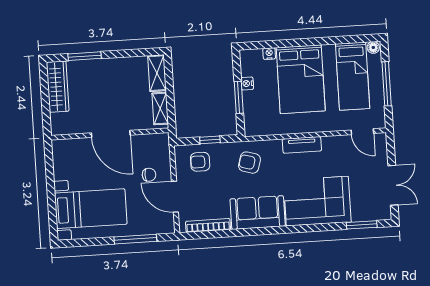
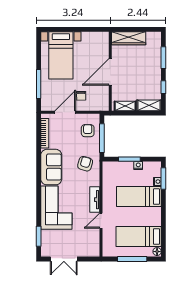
window: (264, 45) -> (163, 178), added
window: (128, 53) -> (163, 87), added
bed: (301, 79) -> (139, 197), width x0.67
wardrobe: (58, 87) -> (129, 38), moved
door: (362, 132) -> (101, 221), moved
window: (210, 140) -> (102, 138), width x2.17

